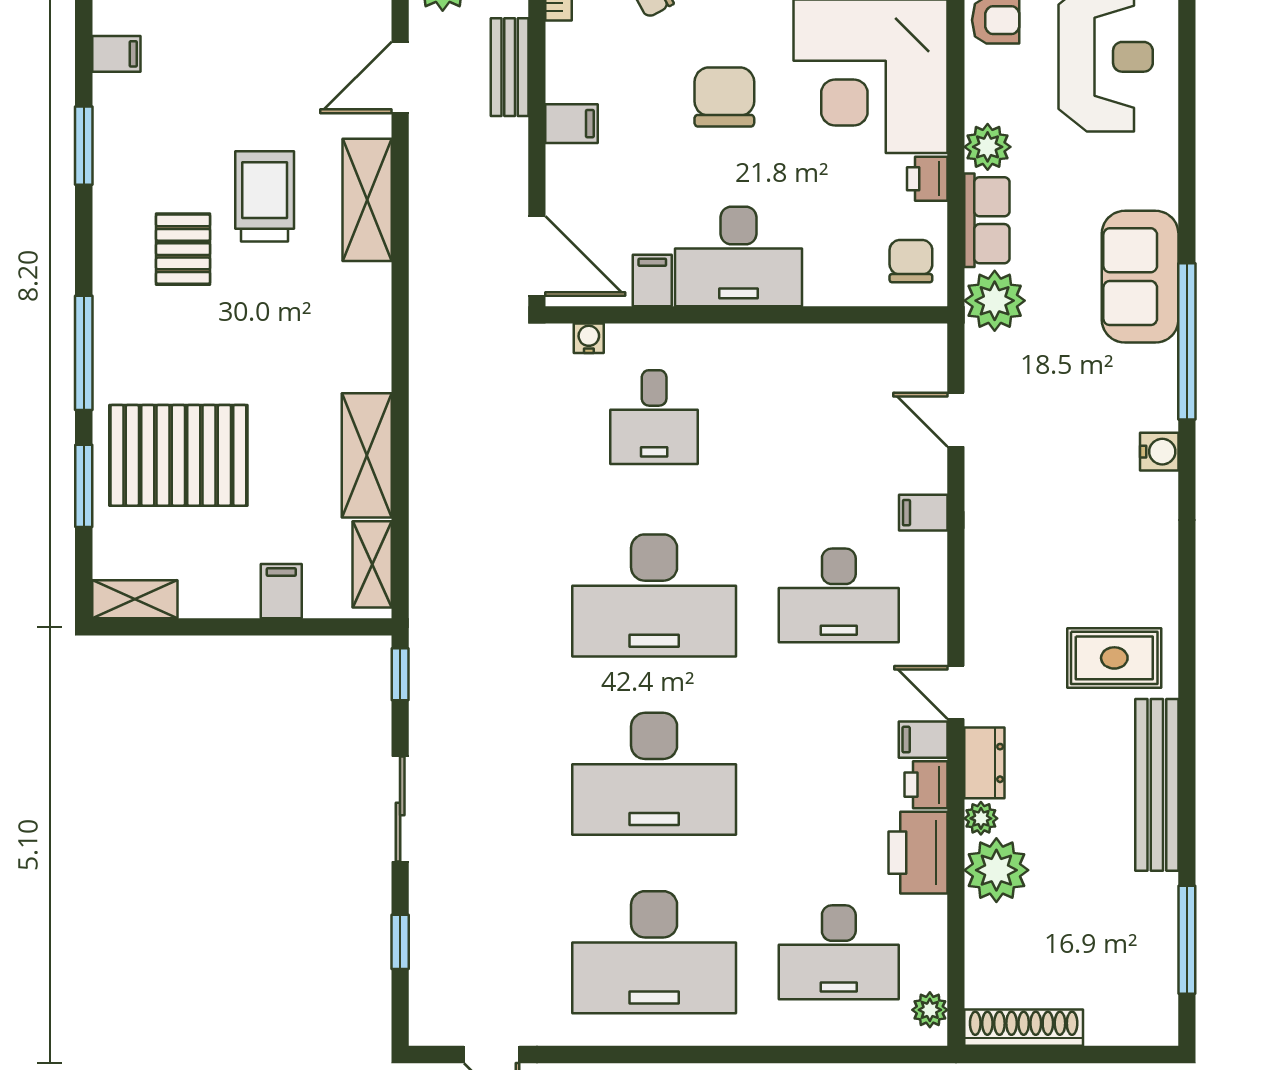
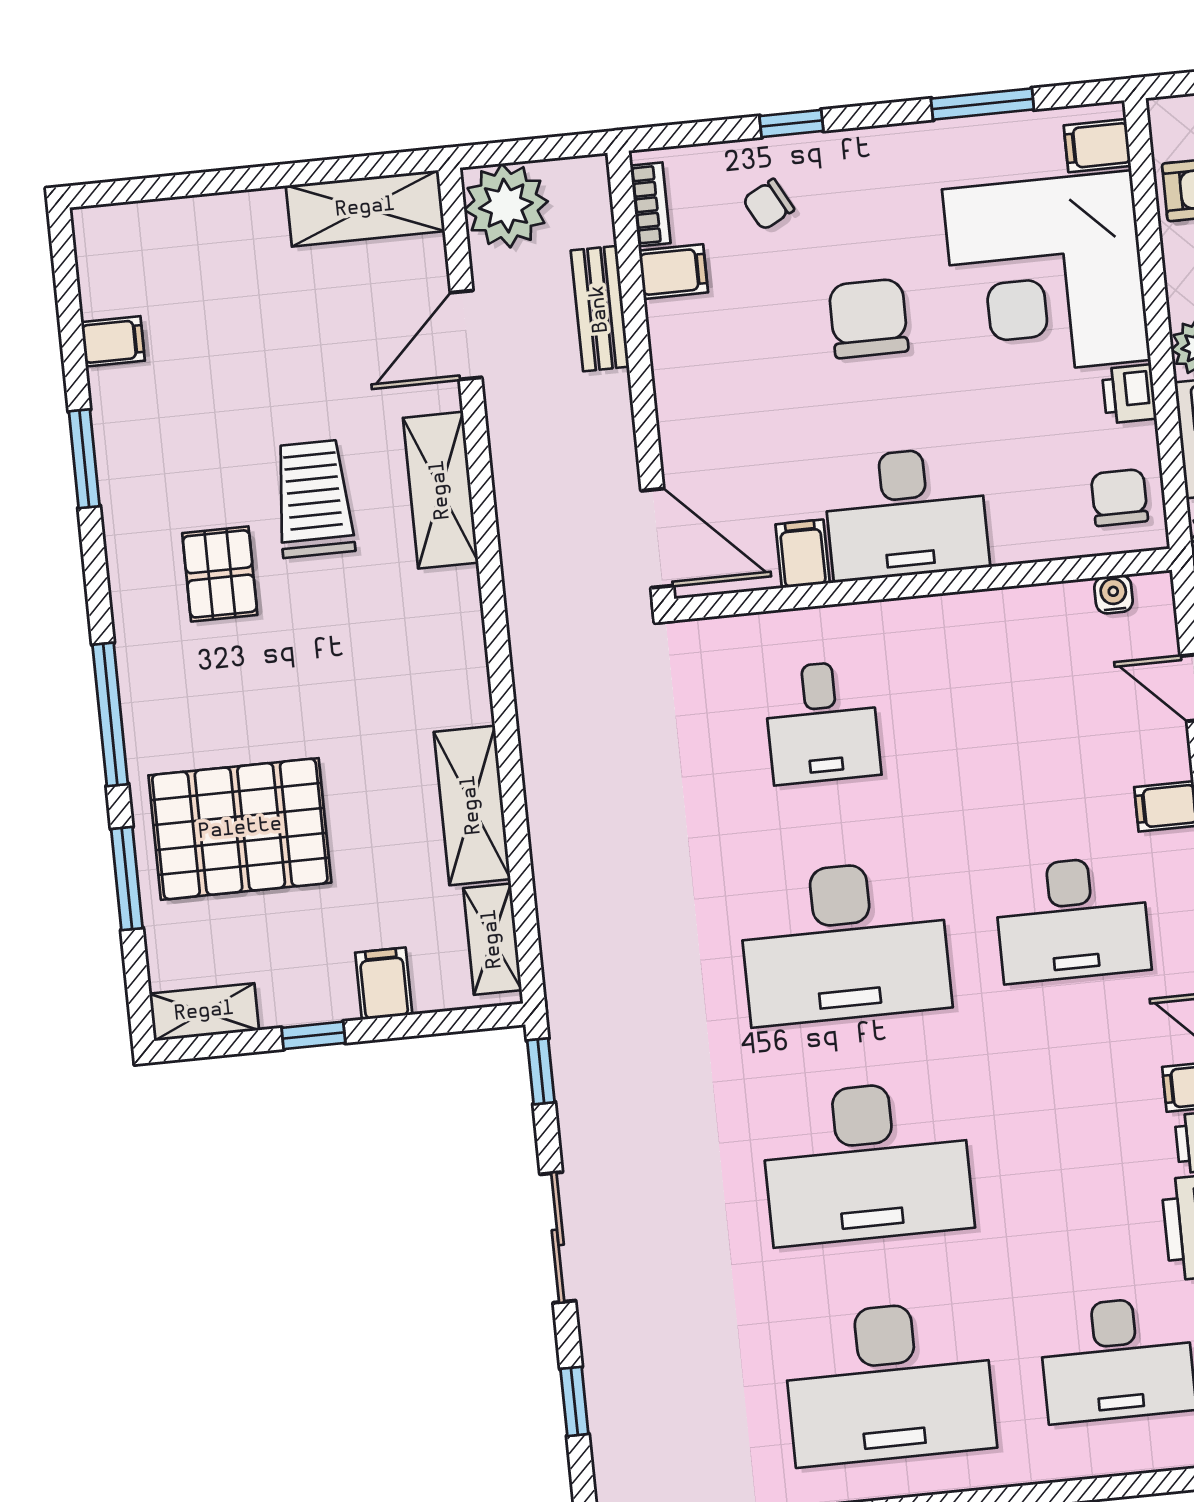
filing cabinet: (572, 124) -> (673, 272), moved
water cooler: (589, 338) -> (1114, 594), moved
window: (221, 627) -> (313, 1035), added

